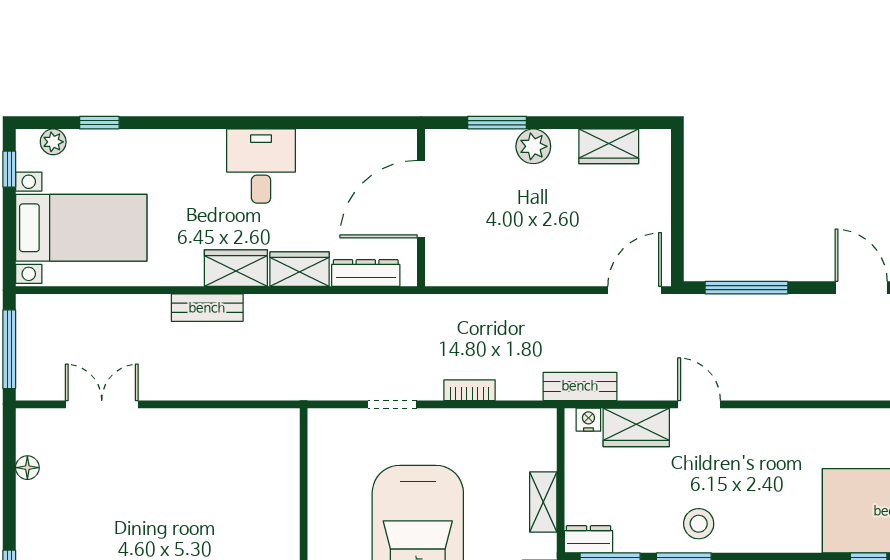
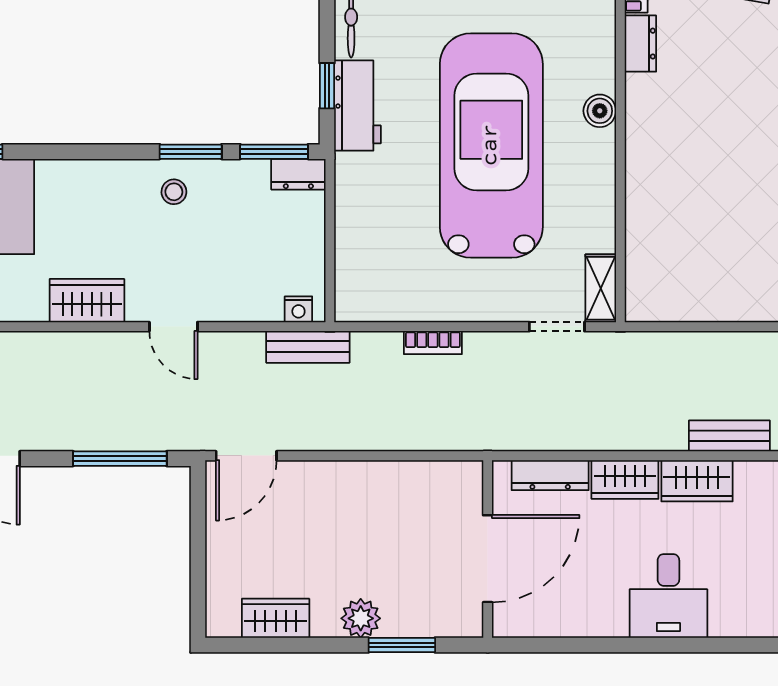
doorway: (392, 404) -> (557, 327), moved
wardrobe: (636, 427) -> (87, 301), moved
shelving: (543, 502) -> (601, 288), moved
stool: (699, 524) -> (174, 192), width x0.73, depth x0.73

